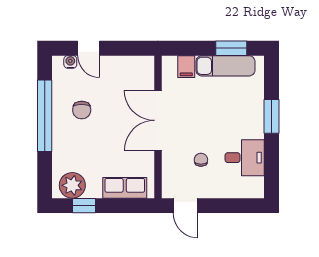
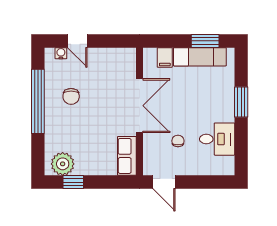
double door: (158, 120) -> (140, 106), swing flipped
row of seats: (125, 188) -> (127, 156), moved, turned -90

